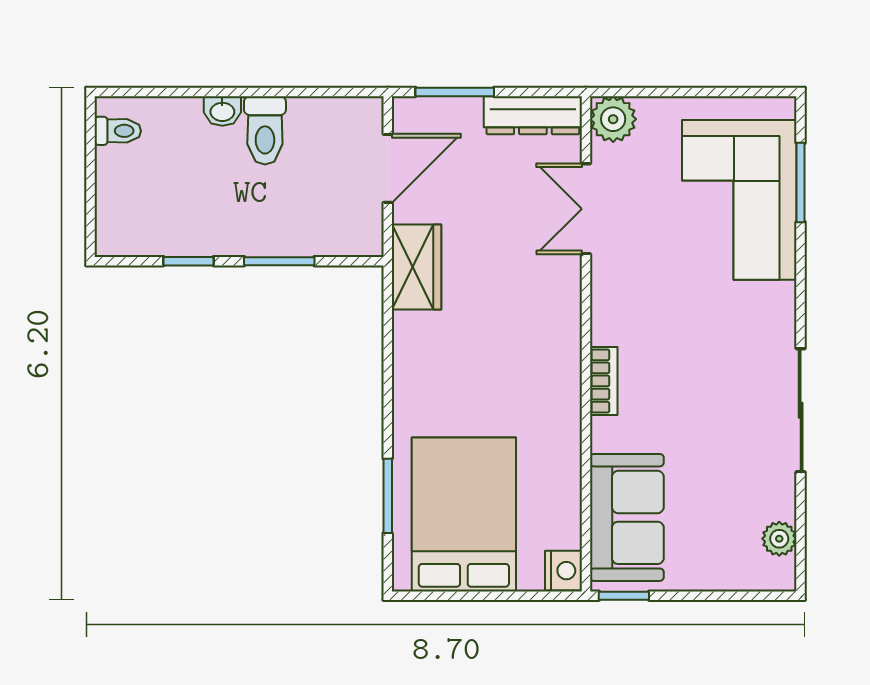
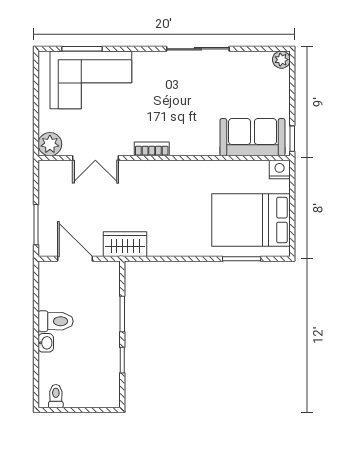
dresser: (533, 115) -> (48, 185), removed
bookcase: (604, 381) -> (152, 149), moved
plant: (779, 539) -> (281, 60), moved

